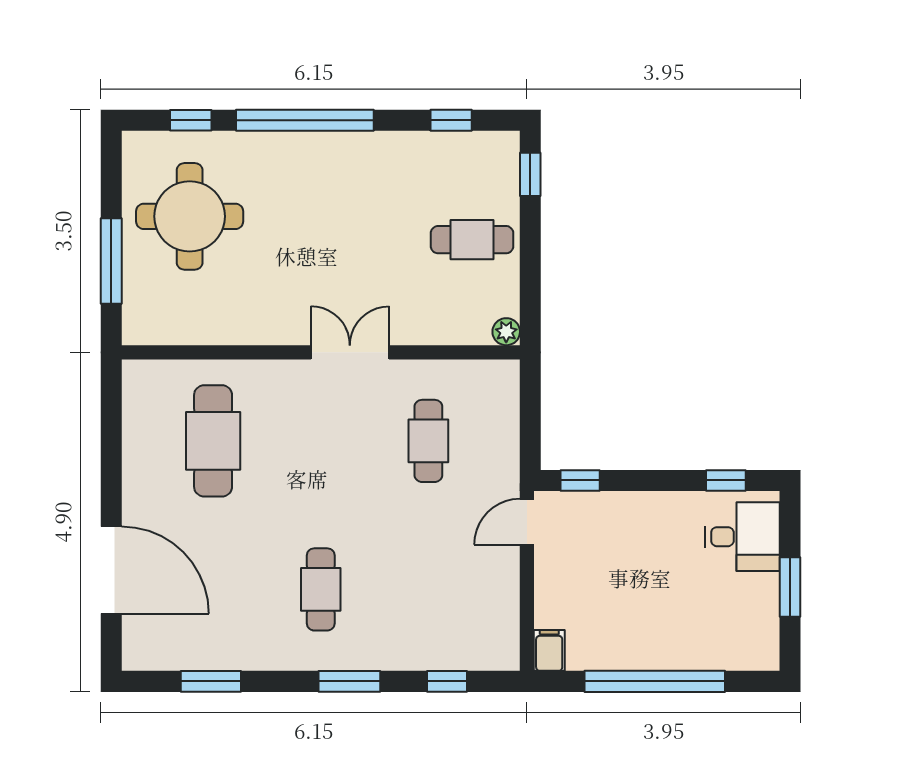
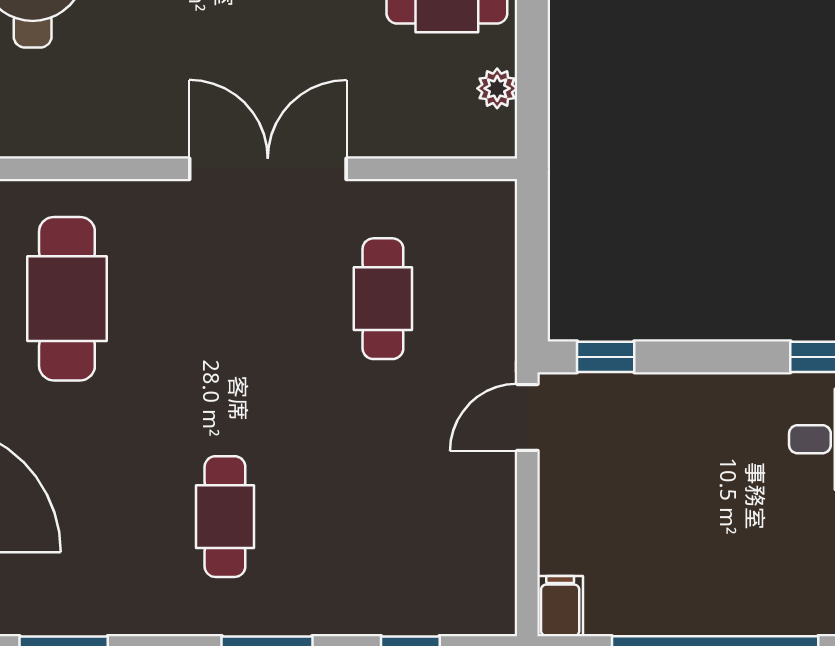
plant: (506, 332) -> (497, 88), moved
double door: (350, 352) -> (268, 169), width x1.37

